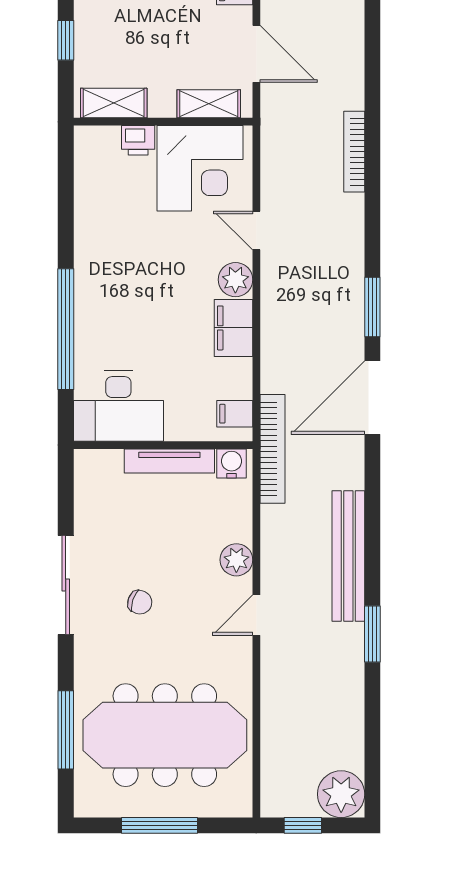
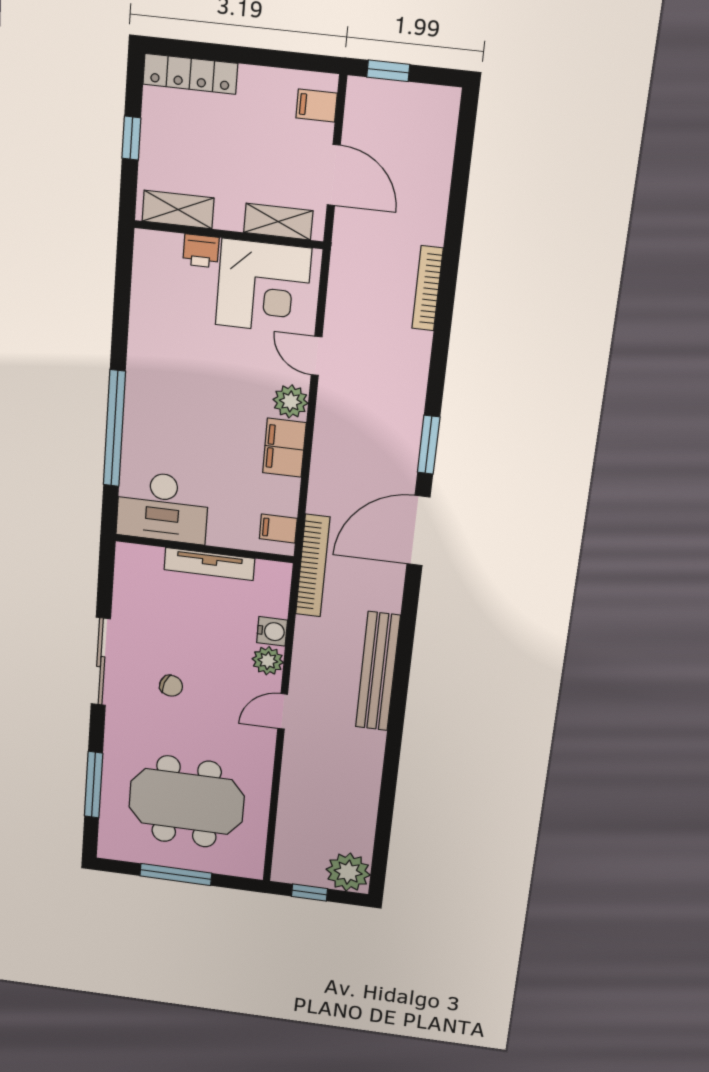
water cooler: (231, 463) -> (272, 631), moved, turned 90
window: (372, 634) -> (393, 742), removed
meeting table: (165, 735) -> (186, 801), width x0.73

